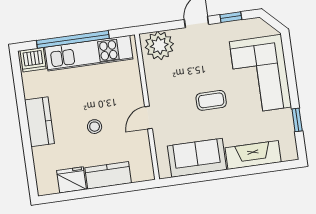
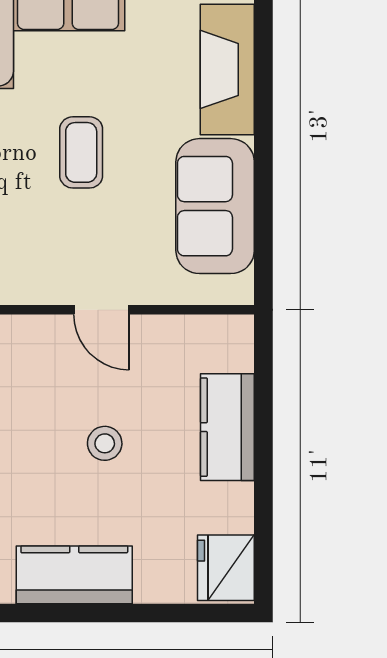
fridge: (71, 180) -> (226, 568), moved

